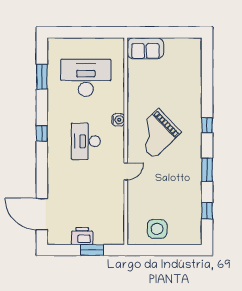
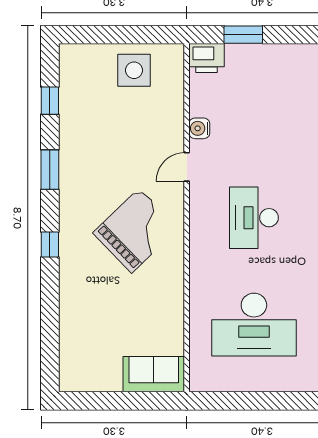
water cooler: (118, 120) -> (199, 128), moved
desk: (86, 141) -> (254, 218), turned 180
printer: (82, 236) -> (207, 58), moved

